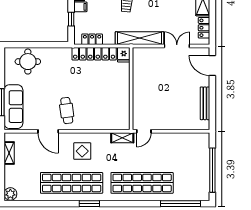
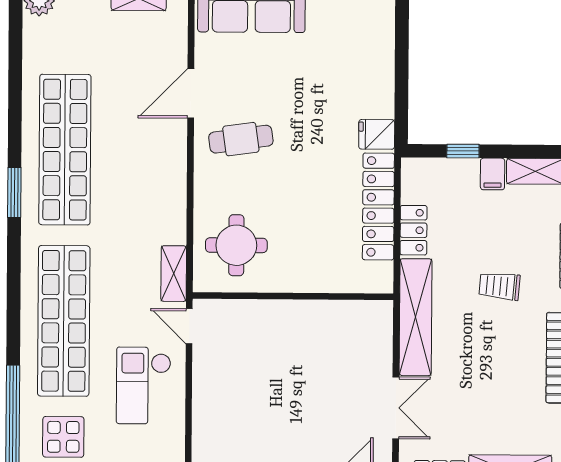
locker: (92, 39) -> (413, 230), moved
fridge: (124, 55) -> (377, 134), moved
round table: (28, 62) -> (236, 245), moved
checkout: (168, 150) -> (144, 385), added
display table: (82, 151) -> (63, 437), moved

